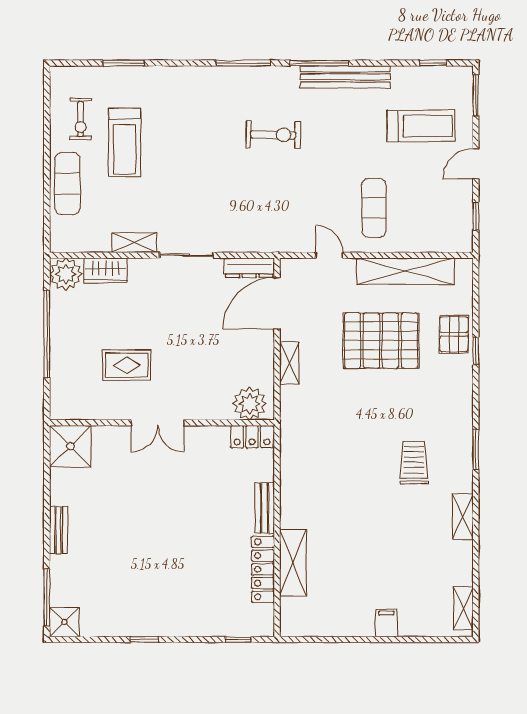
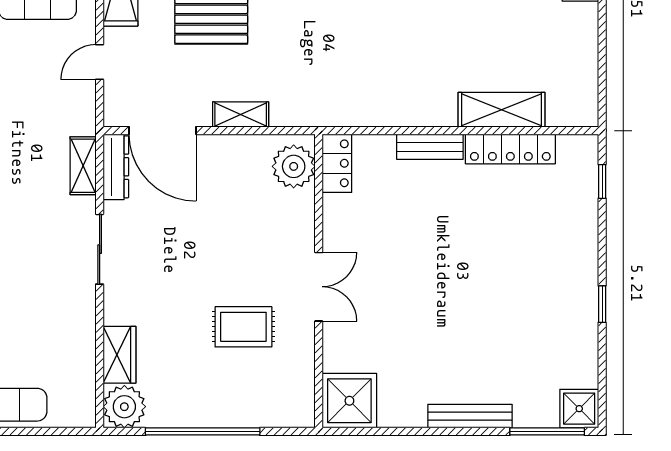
shelving: (134, 243) -> (83, 166), moved
rug: (127, 365) -> (243, 327), turned 90
bench: (59, 530) -> (470, 416), width x1.36

